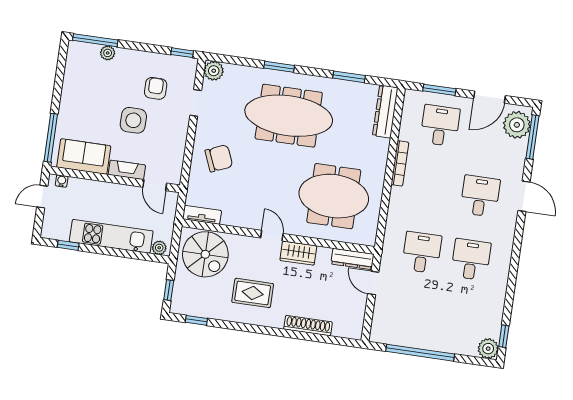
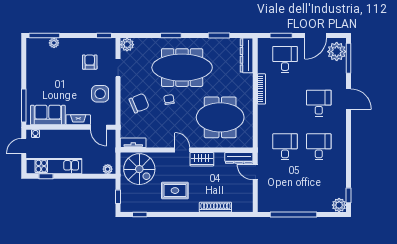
side table: (133, 120) -> (100, 94), moved
chair: (263, 160) -> (169, 100), added
kitchen unit: (111, 236) -> (54, 166), moved

